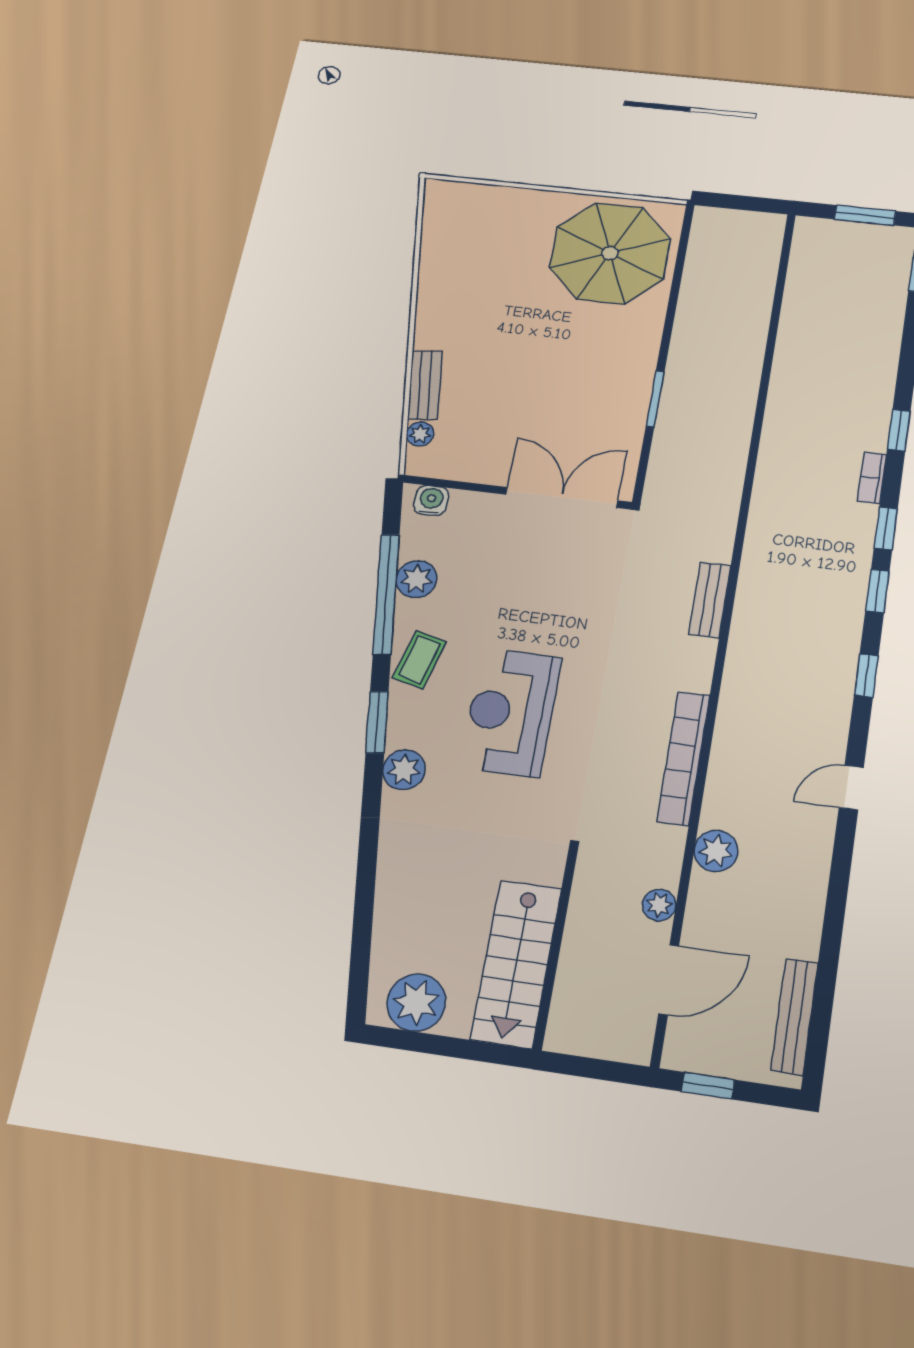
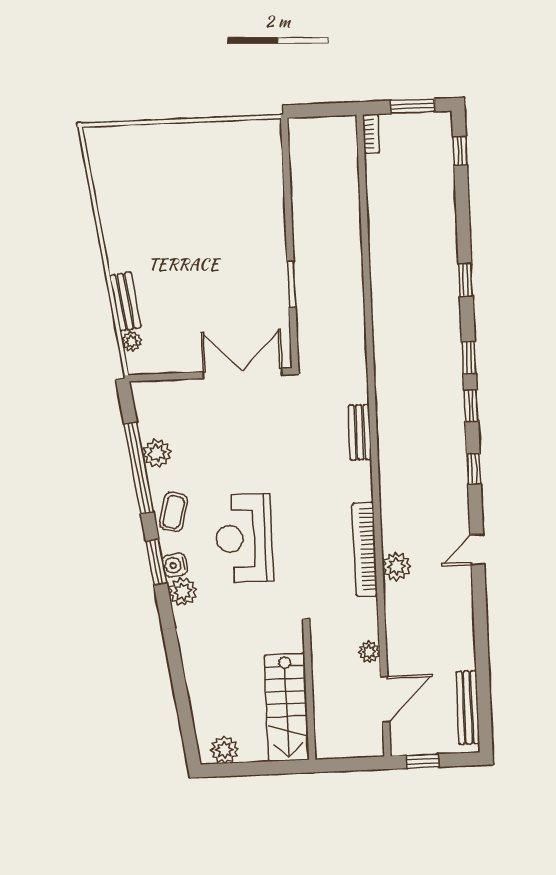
parasol: (610, 253) -> (234, 169), removed
bookcase: (872, 478) -> (371, 134), moved, turned 180
water cooler: (431, 501) -> (175, 565), moved, turned -98
plant: (716, 851) -> (396, 566), moved
plant: (416, 1002) -> (224, 750), width x0.73, depth x0.73

